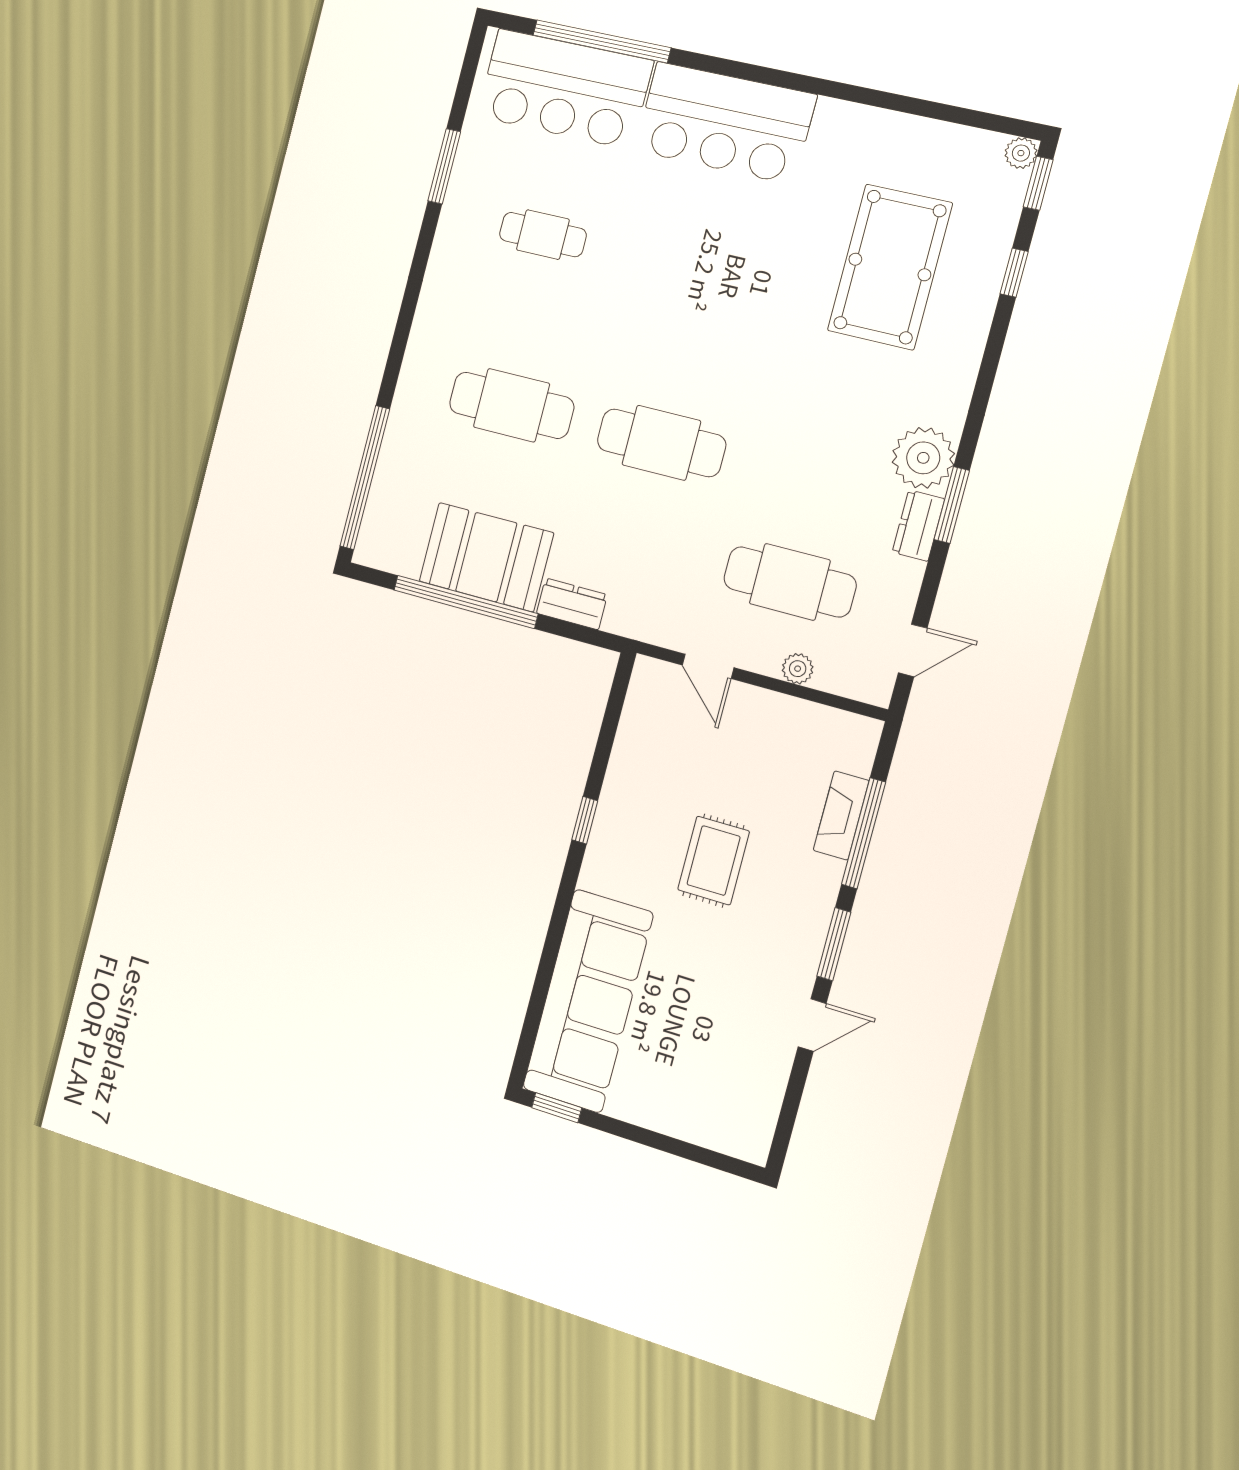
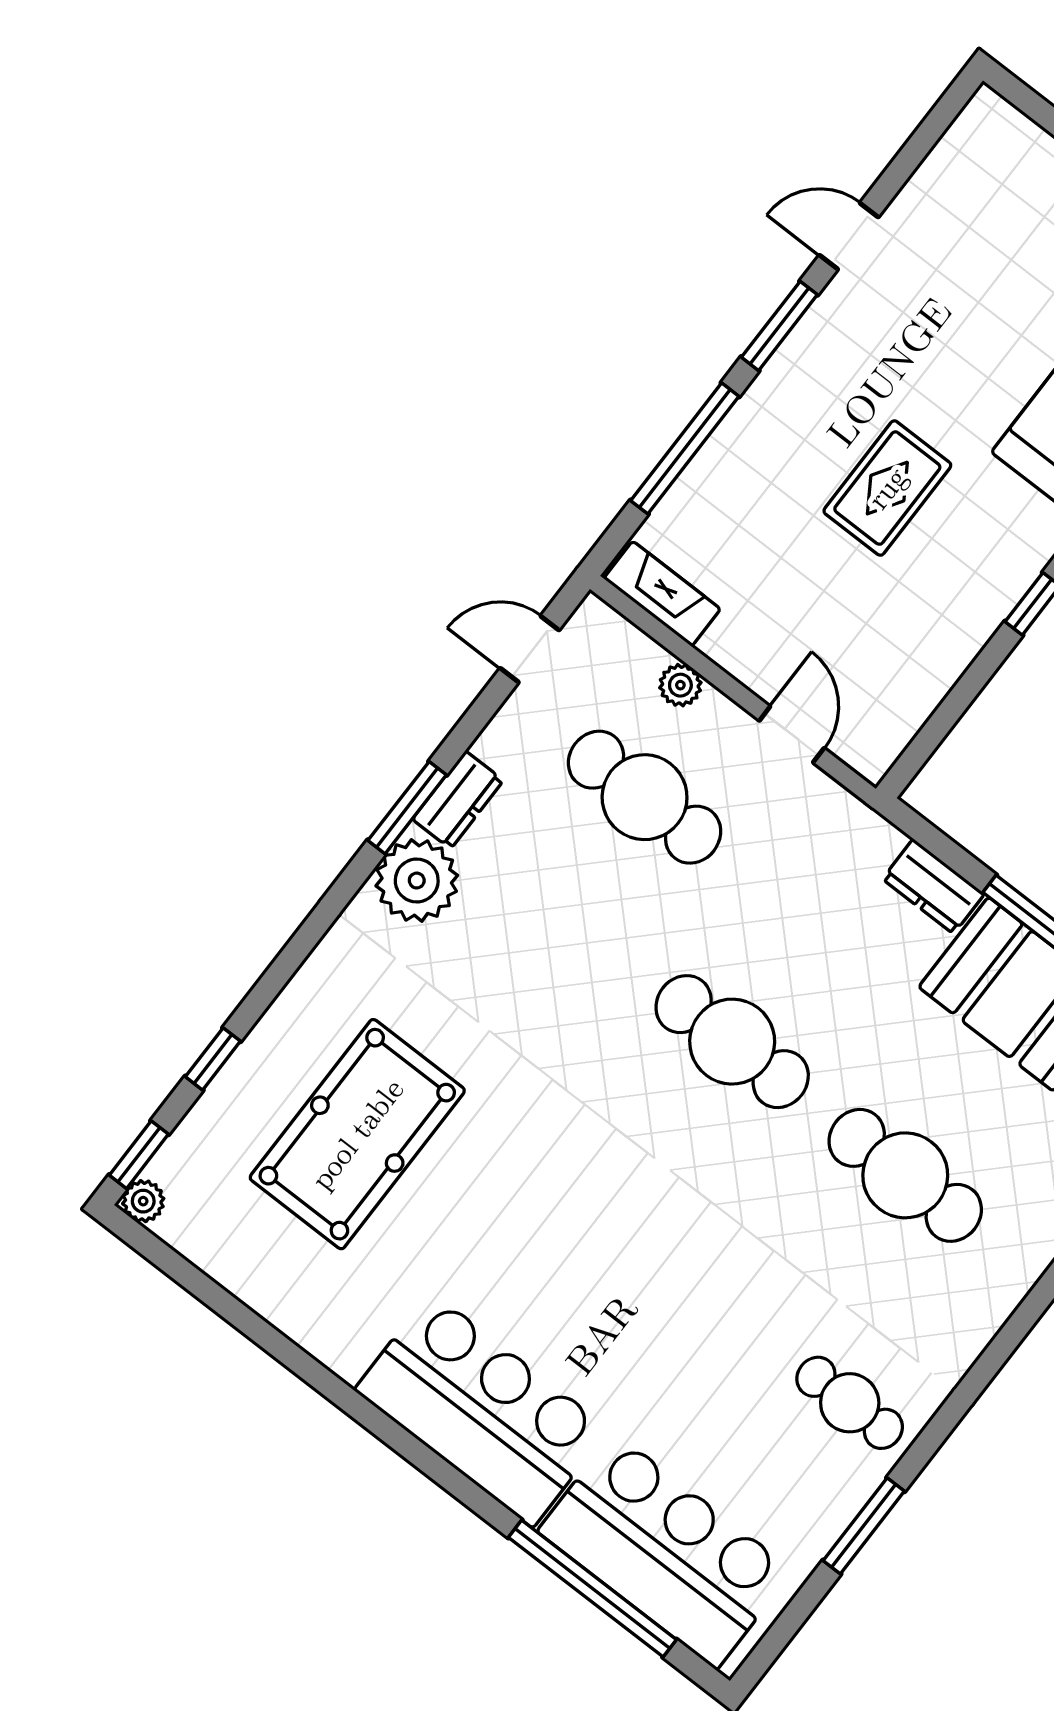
cafe table: (543, 235) -> (850, 1403), moved
fireplace: (841, 816) -> (662, 594), moved, turned -90

